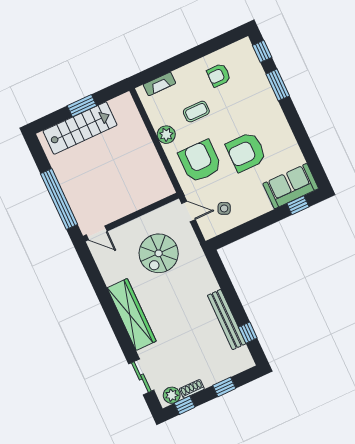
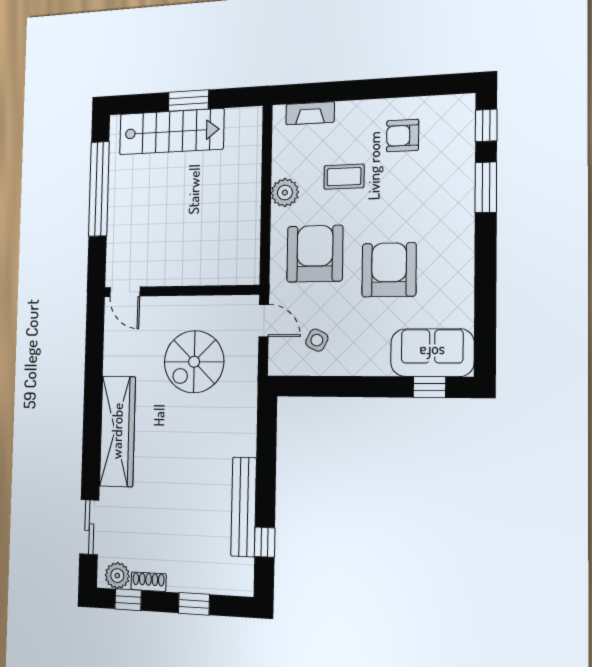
armchair: (246, 152) -> (389, 270), turned 90
window: (59, 199) -> (99, 189), moved

